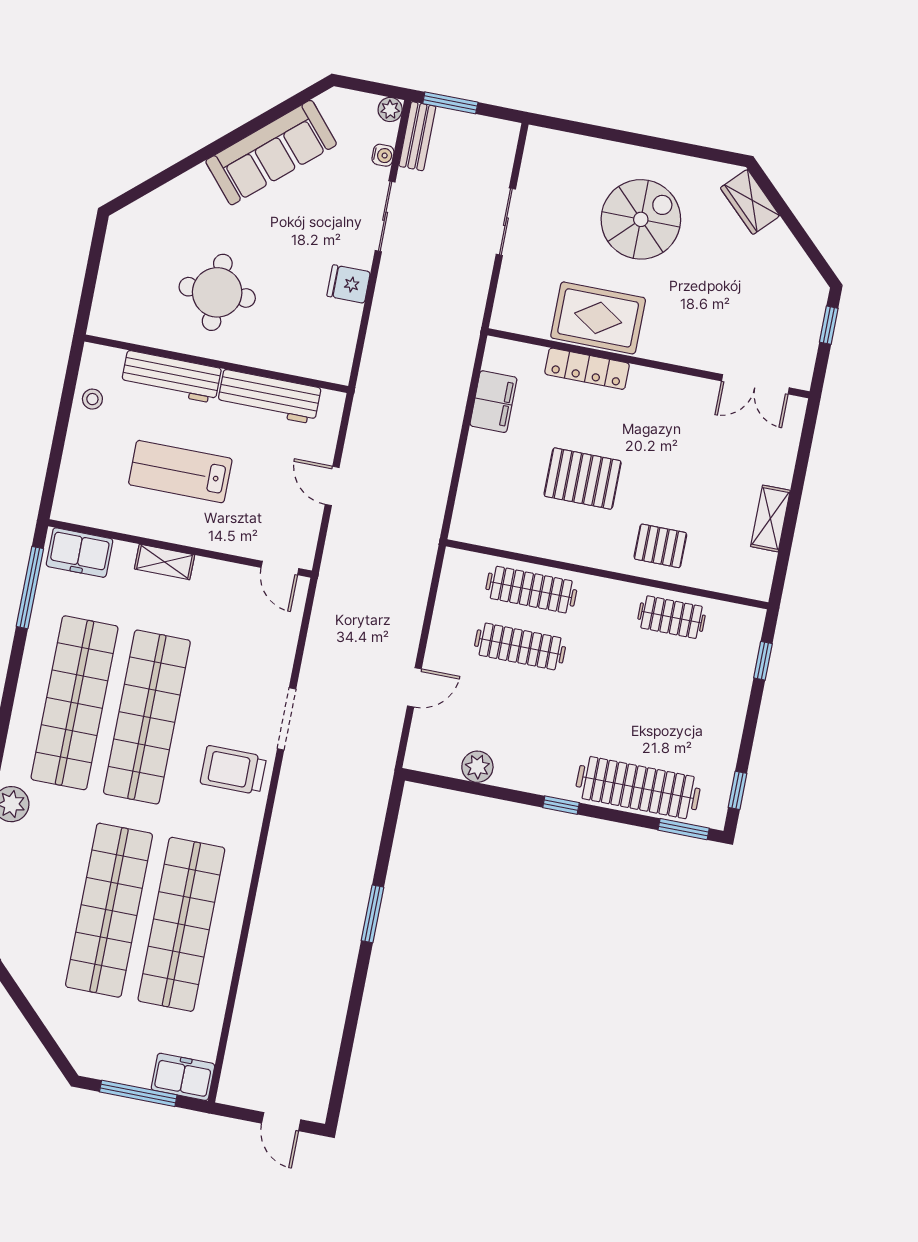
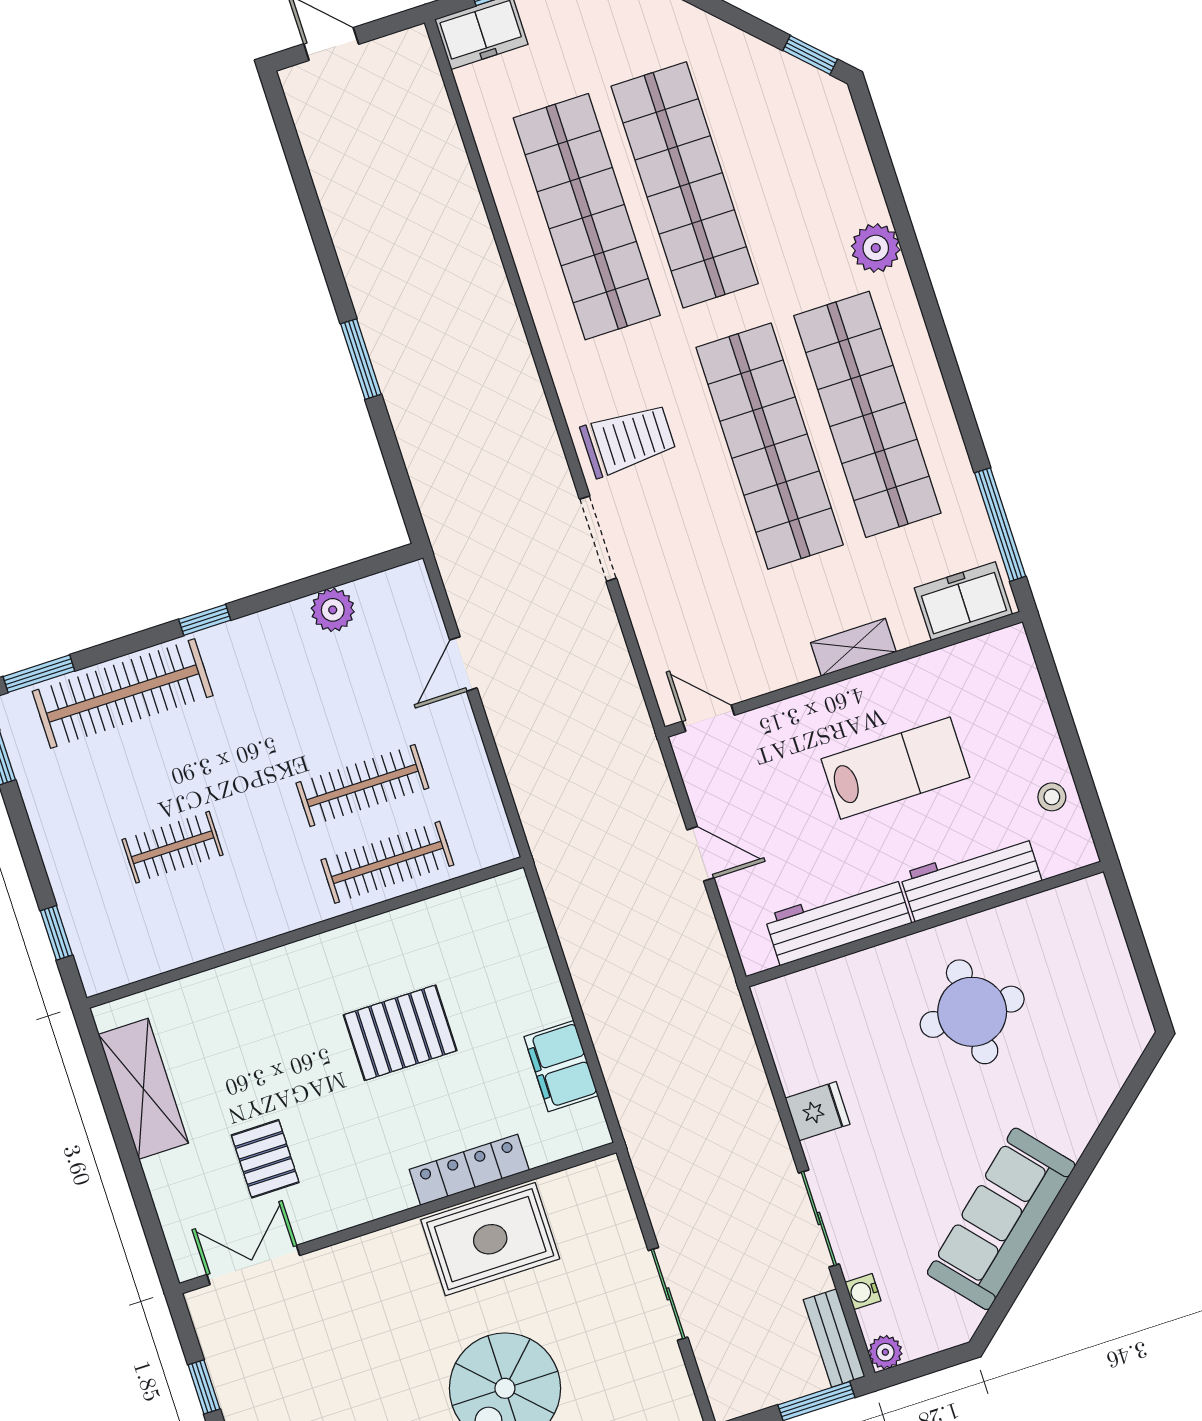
shelving: (770, 518) -> (143, 1089), width x1.50, depth x1.33
pallet: (660, 546) -> (265, 1159), moved, turned 90
clothes rail: (672, 617) -> (173, 847), moved

